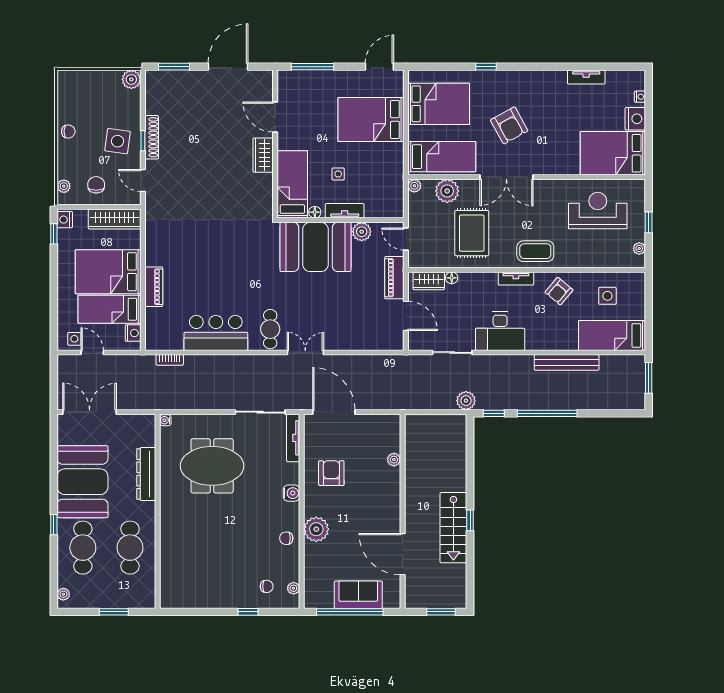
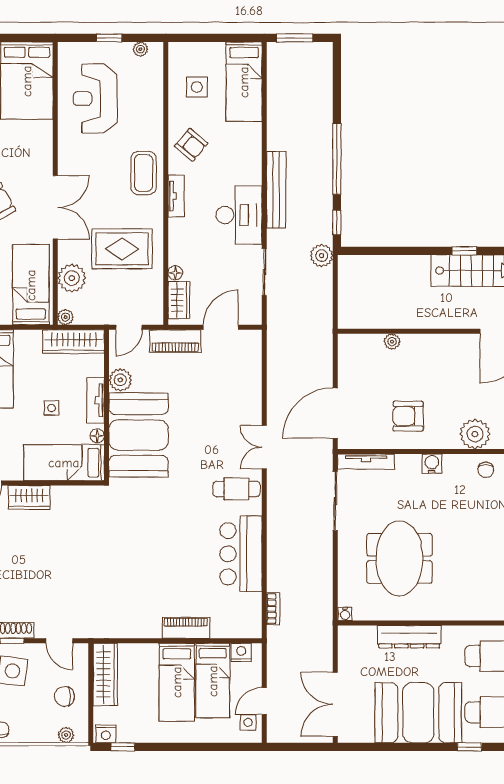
door: (143, 180) -> (59, 641), hinge flipped
wardrobe: (394, 192) -> (74, 342), added
bed: (108, 272) -> (177, 682), width x0.67
bench: (567, 362) -> (276, 190), moved

